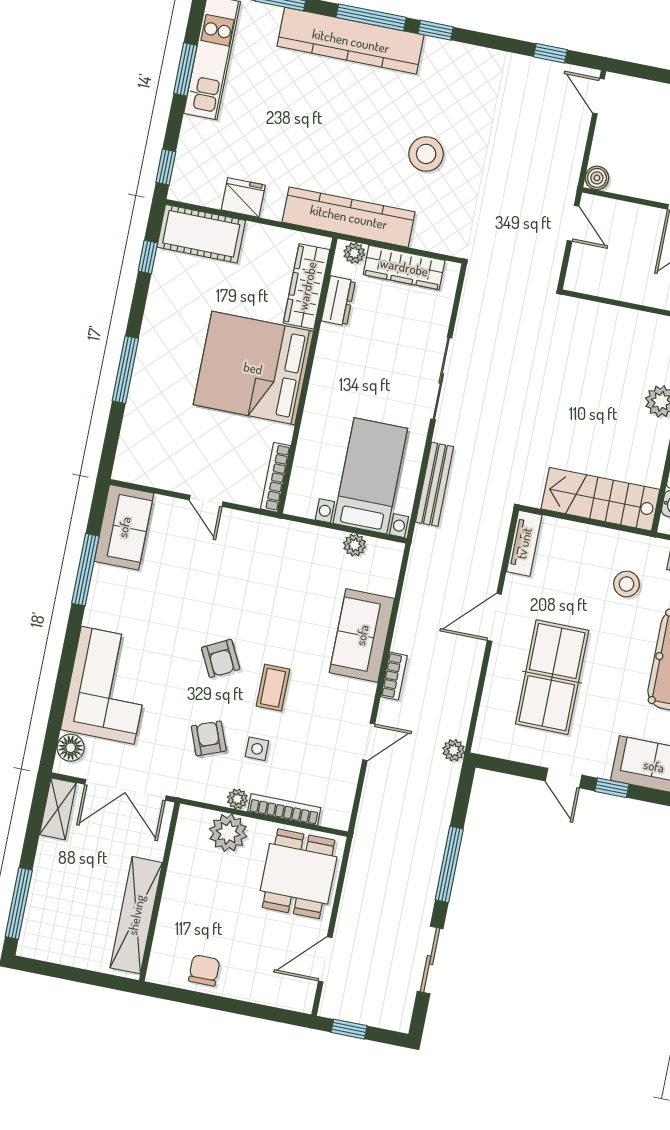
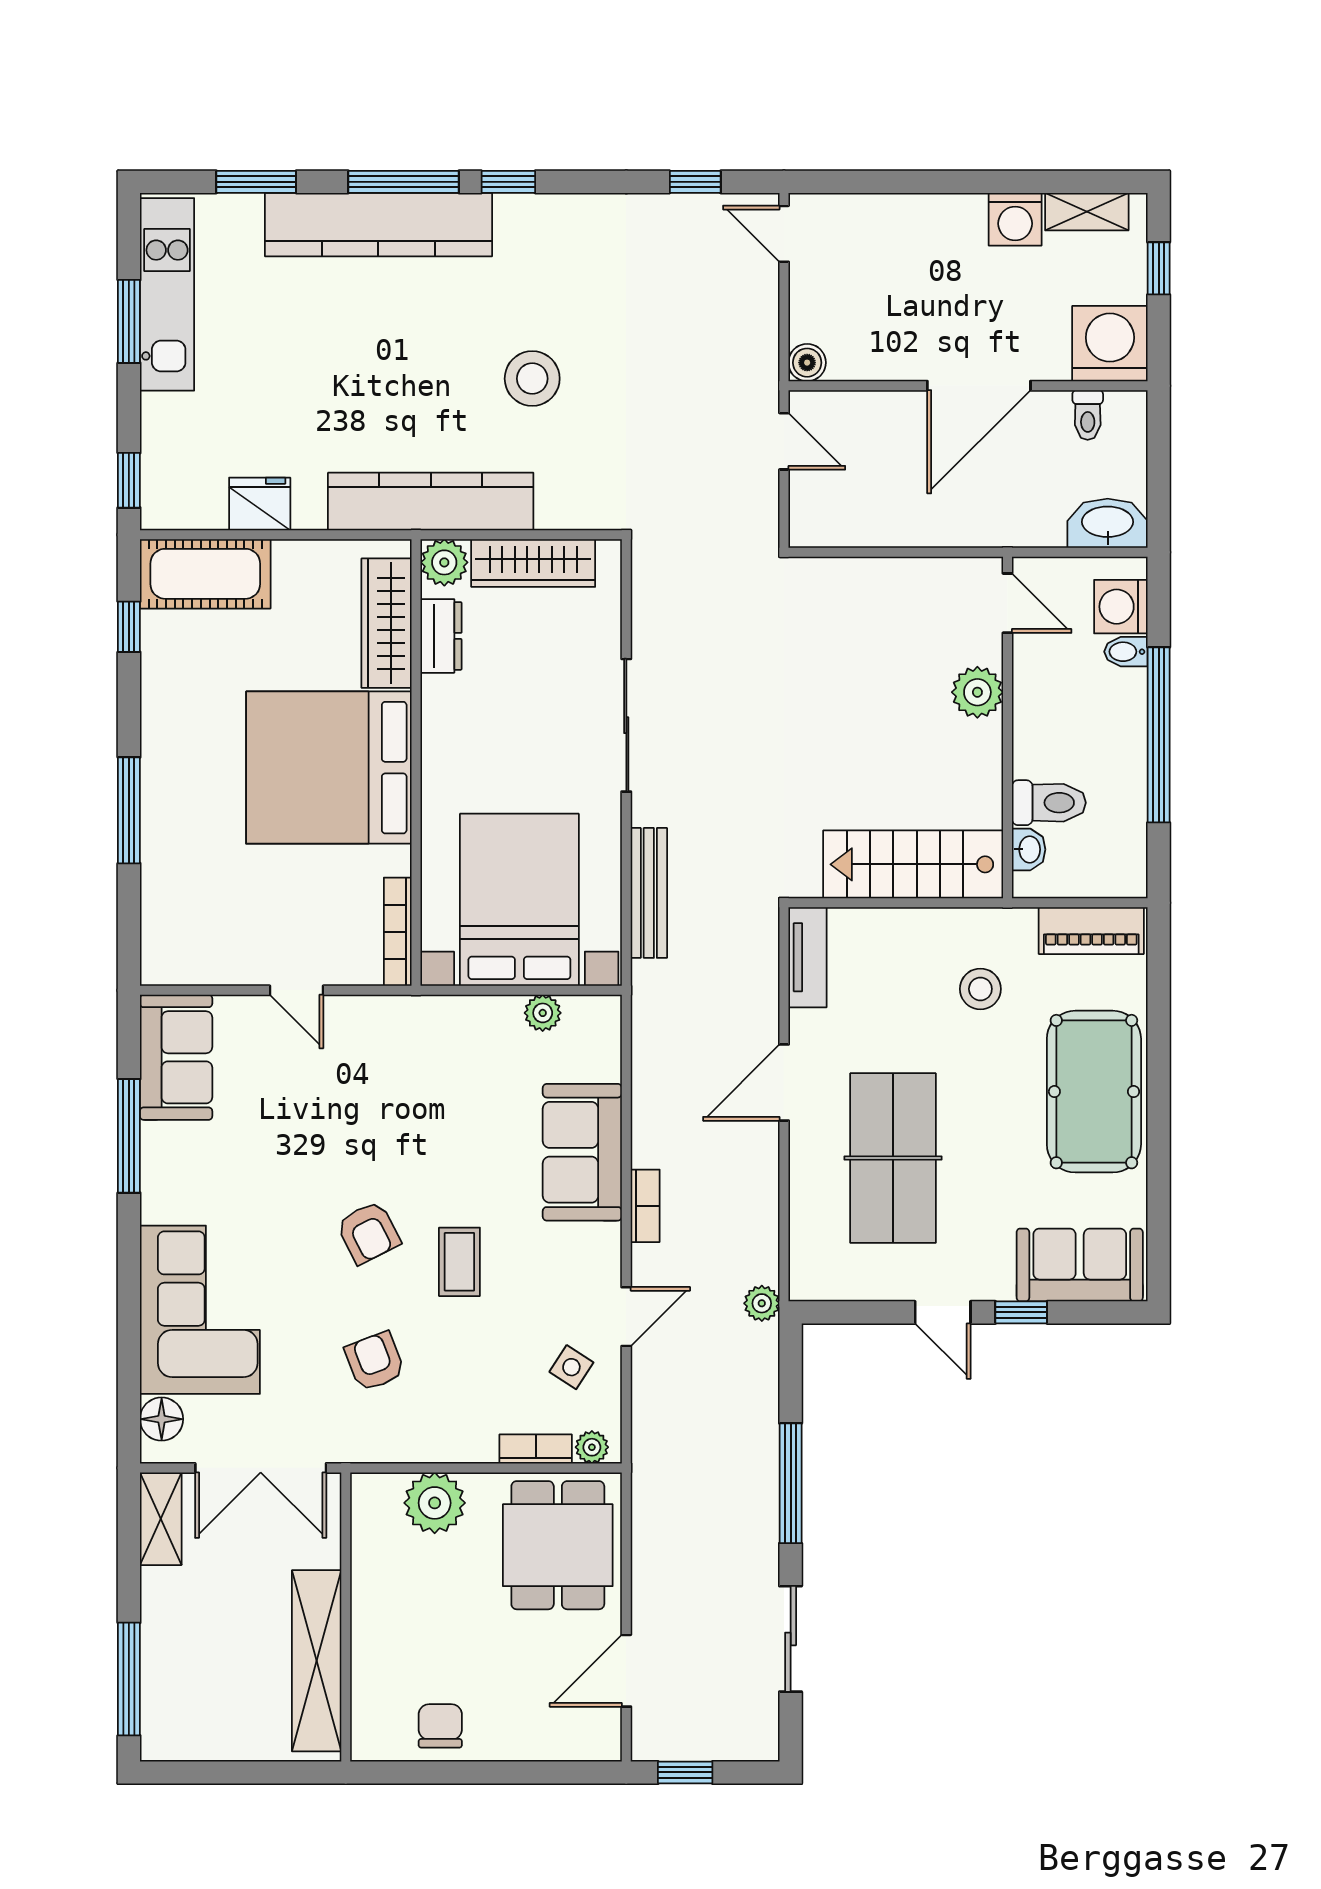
plant: (354, 253) -> (444, 562), width x1.38, depth x1.38
bed with nightstands: (370, 476) -> (519, 900), width x1.36
side table: (257, 749) -> (571, 1367), moved, turned 33
plant: (237, 799) -> (592, 1447), moved
bookcase: (284, 810) -> (536, 1449), width x0.64

